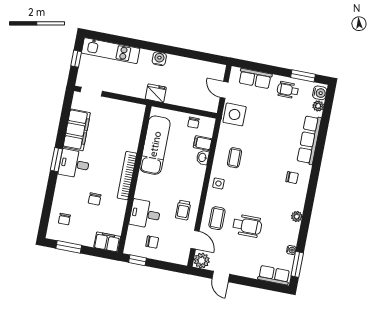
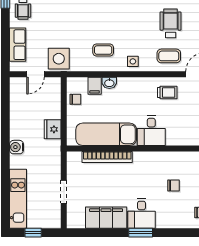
doorway: (91, 92) -> (64, 192), moved
fridge: (156, 93) -> (53, 129), moved
bookcase: (127, 176) -> (107, 157), moved
desk: (145, 214) -> (151, 131), moved

